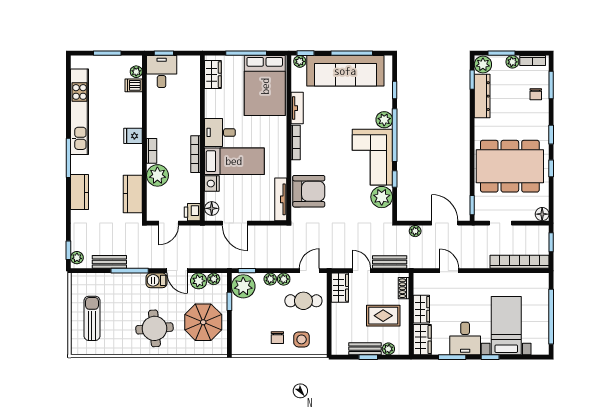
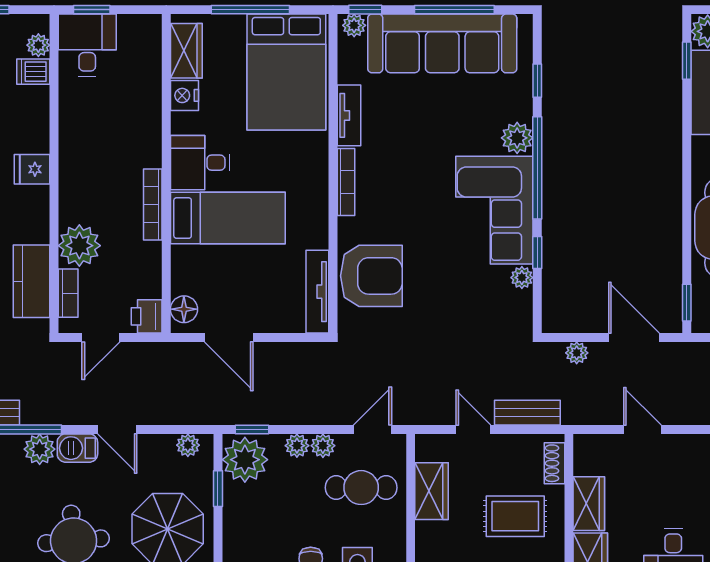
bookcase: (152, 151) -> (68, 293), moved
nightstand: (212, 184) -> (184, 95), moved
plant: (382, 197) -> (522, 278), width x0.53, depth x0.53
plant: (199, 281) -> (40, 449), moved
wardrobe: (340, 288) -> (432, 491), moved

